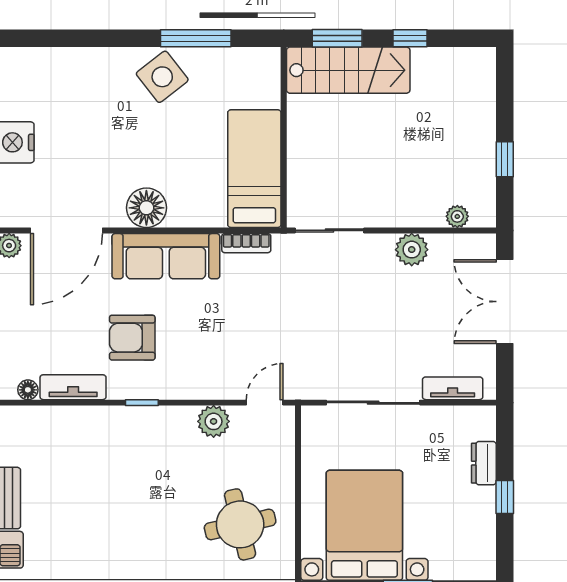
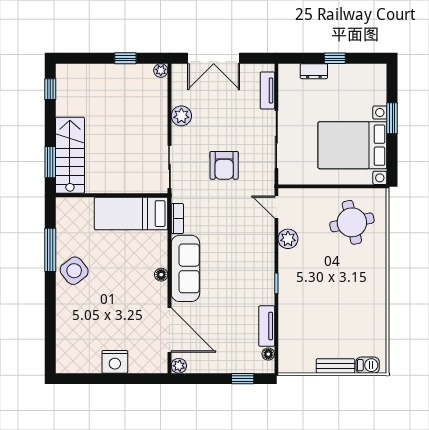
window: (410, 38) -> (50, 89), moved
floor lamp: (146, 208) -> (161, 275), width x0.53, depth x0.53
plant: (457, 216) -> (161, 70), moved
armchair: (132, 338) -> (224, 165), moved

